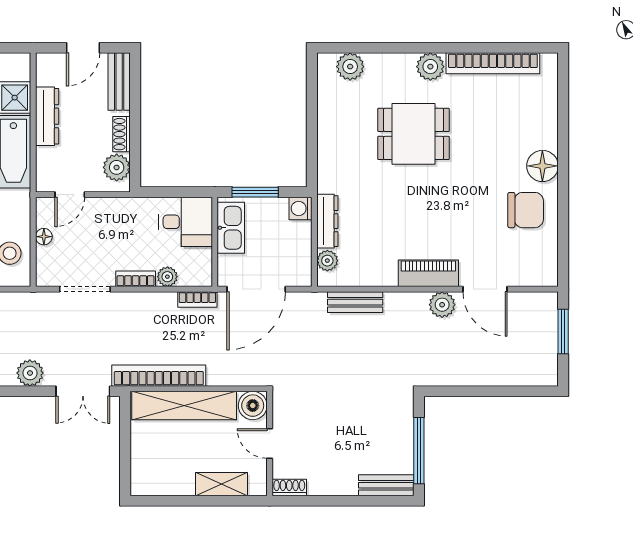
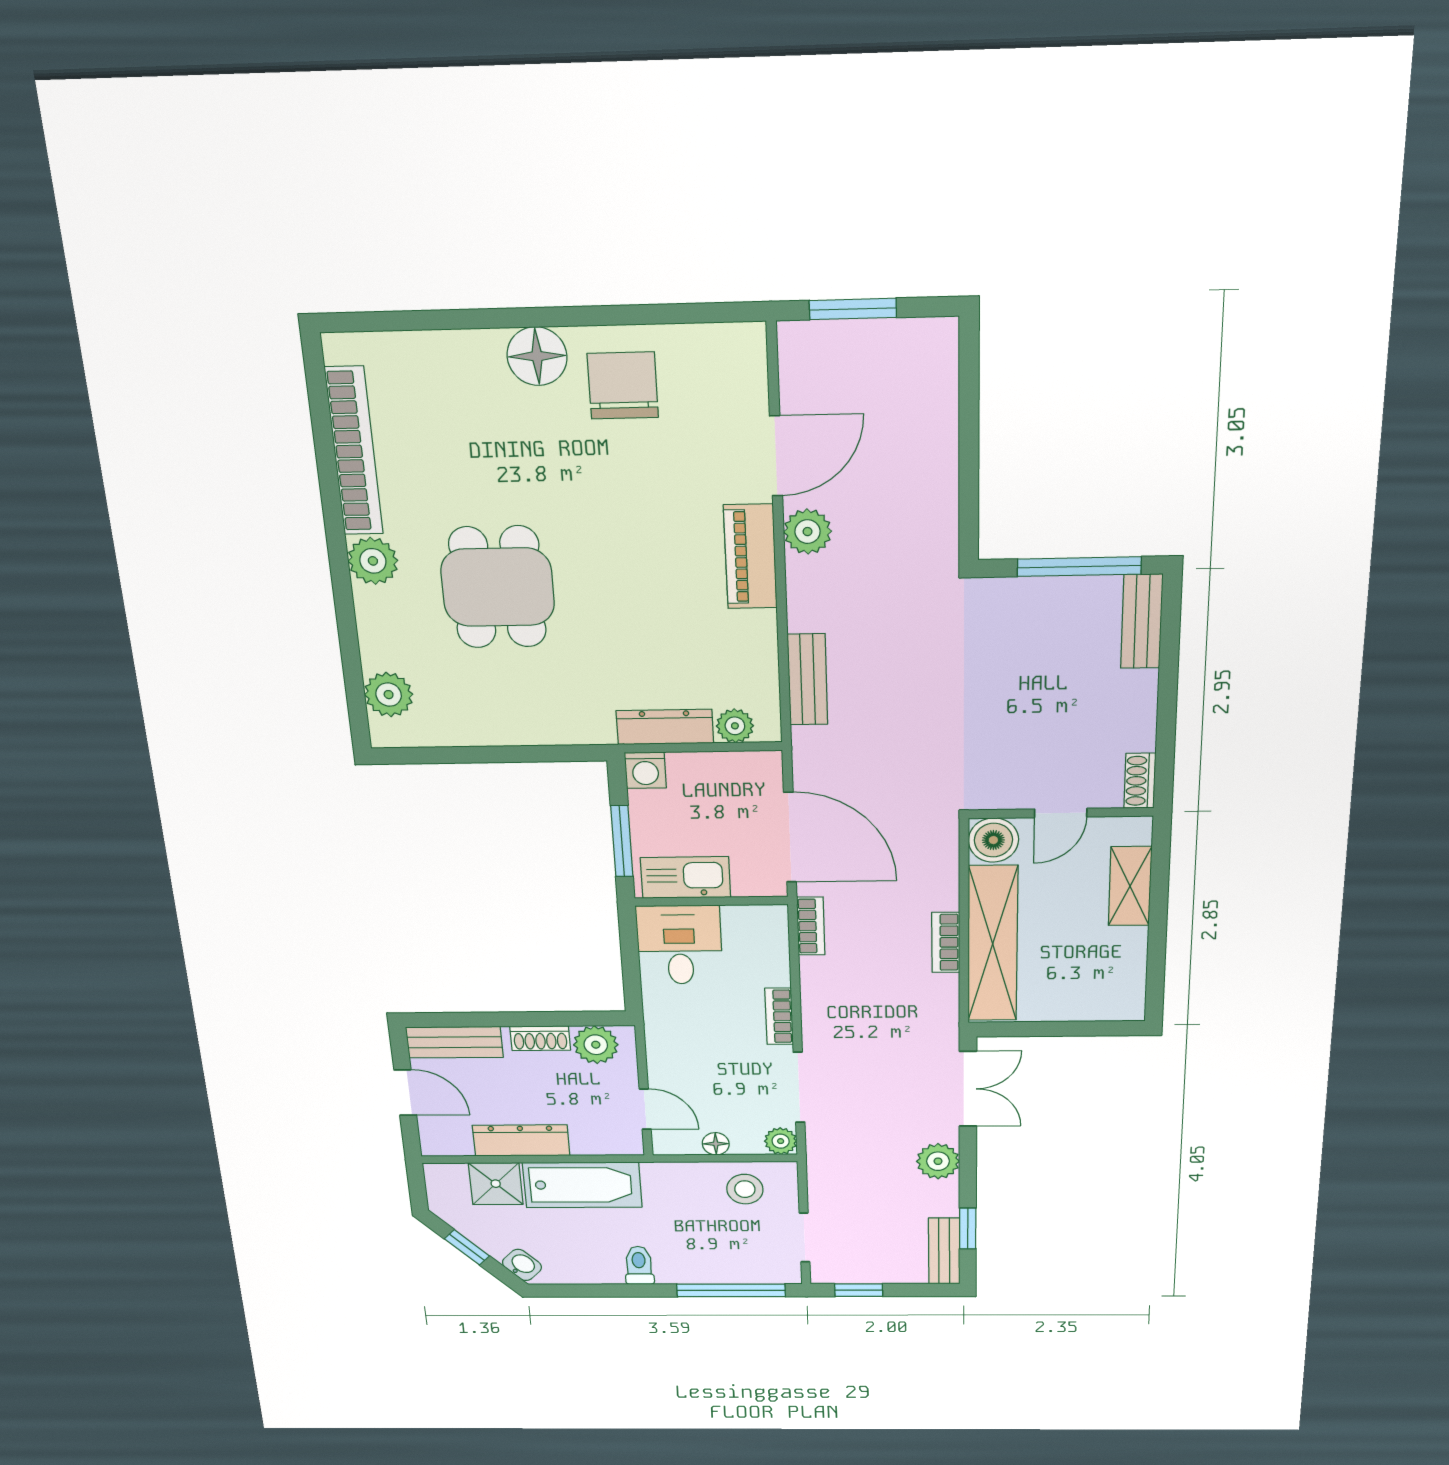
plant: (167, 277) -> (781, 1141), moved
bookcase: (159, 376) -> (946, 942), width x0.43, depth x0.76

